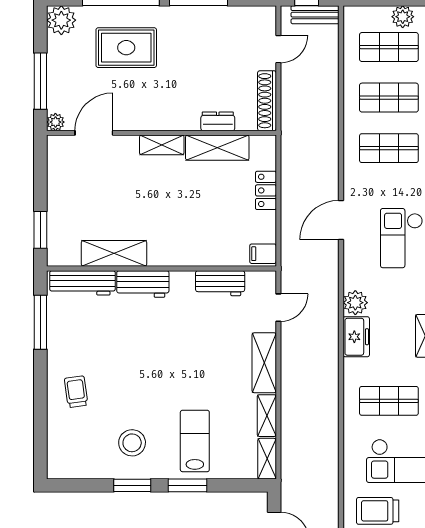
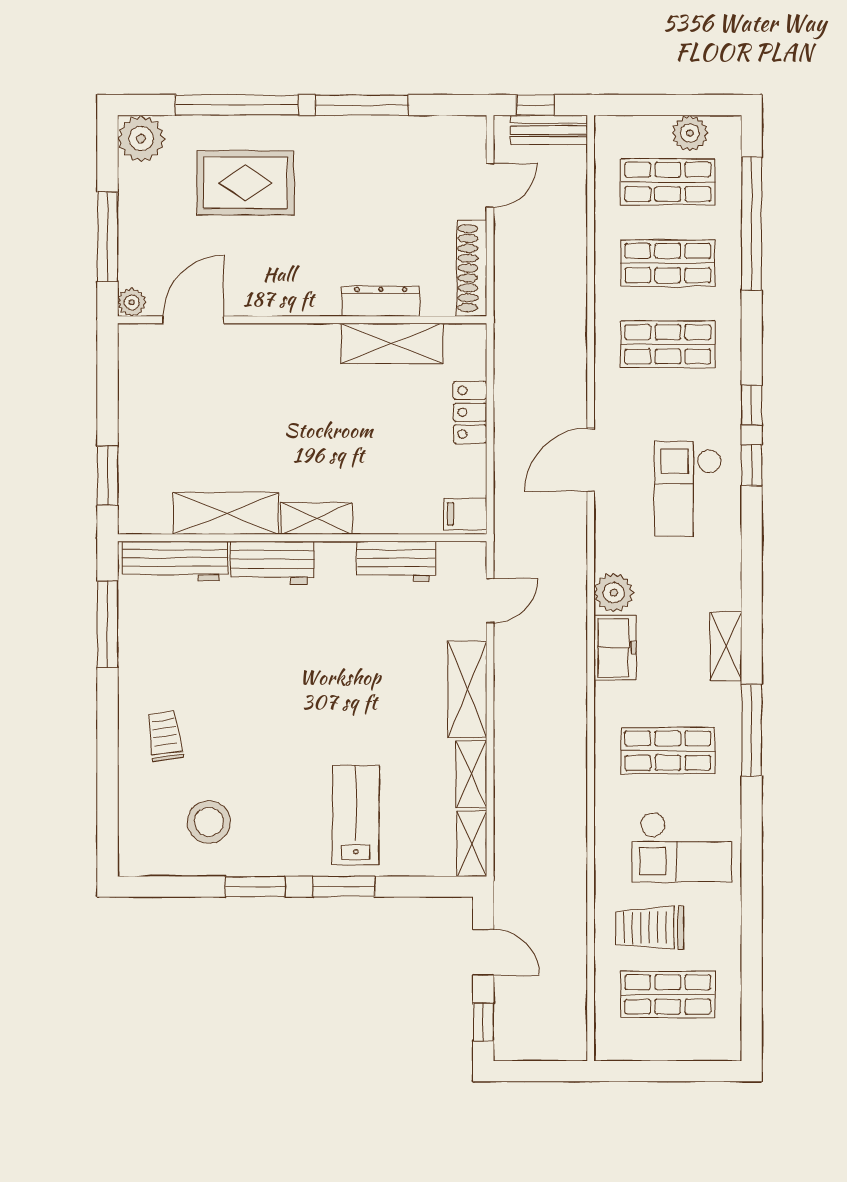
dresser: (218, 121) -> (381, 301), width x1.44
shelving: (162, 145) -> (316, 518), moved
stool: (132, 443) -> (209, 822), moved

